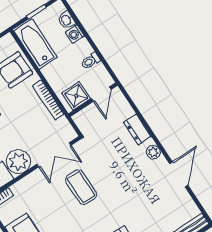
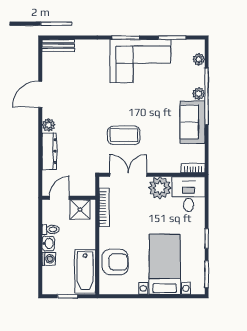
washbasin: (66, 20) -> (48, 243), moved
bookcase: (48, 100) -> (104, 207), moved
dresser: (137, 129) -> (49, 151), width x1.44
coffee table: (81, 187) -> (124, 135), turned 90

